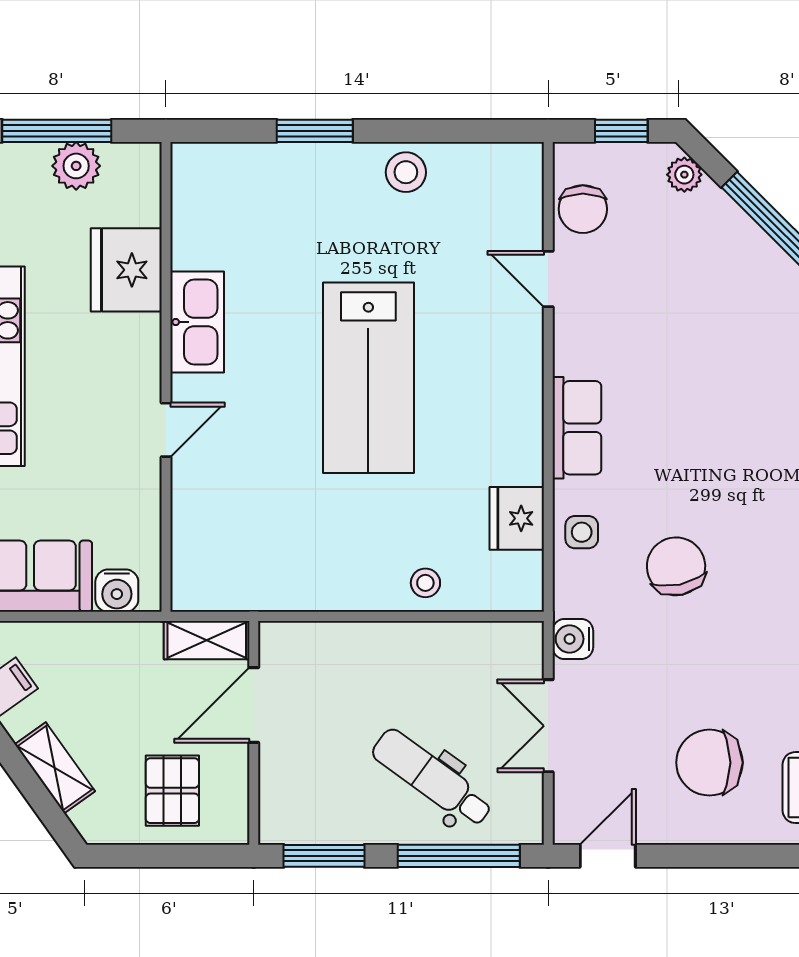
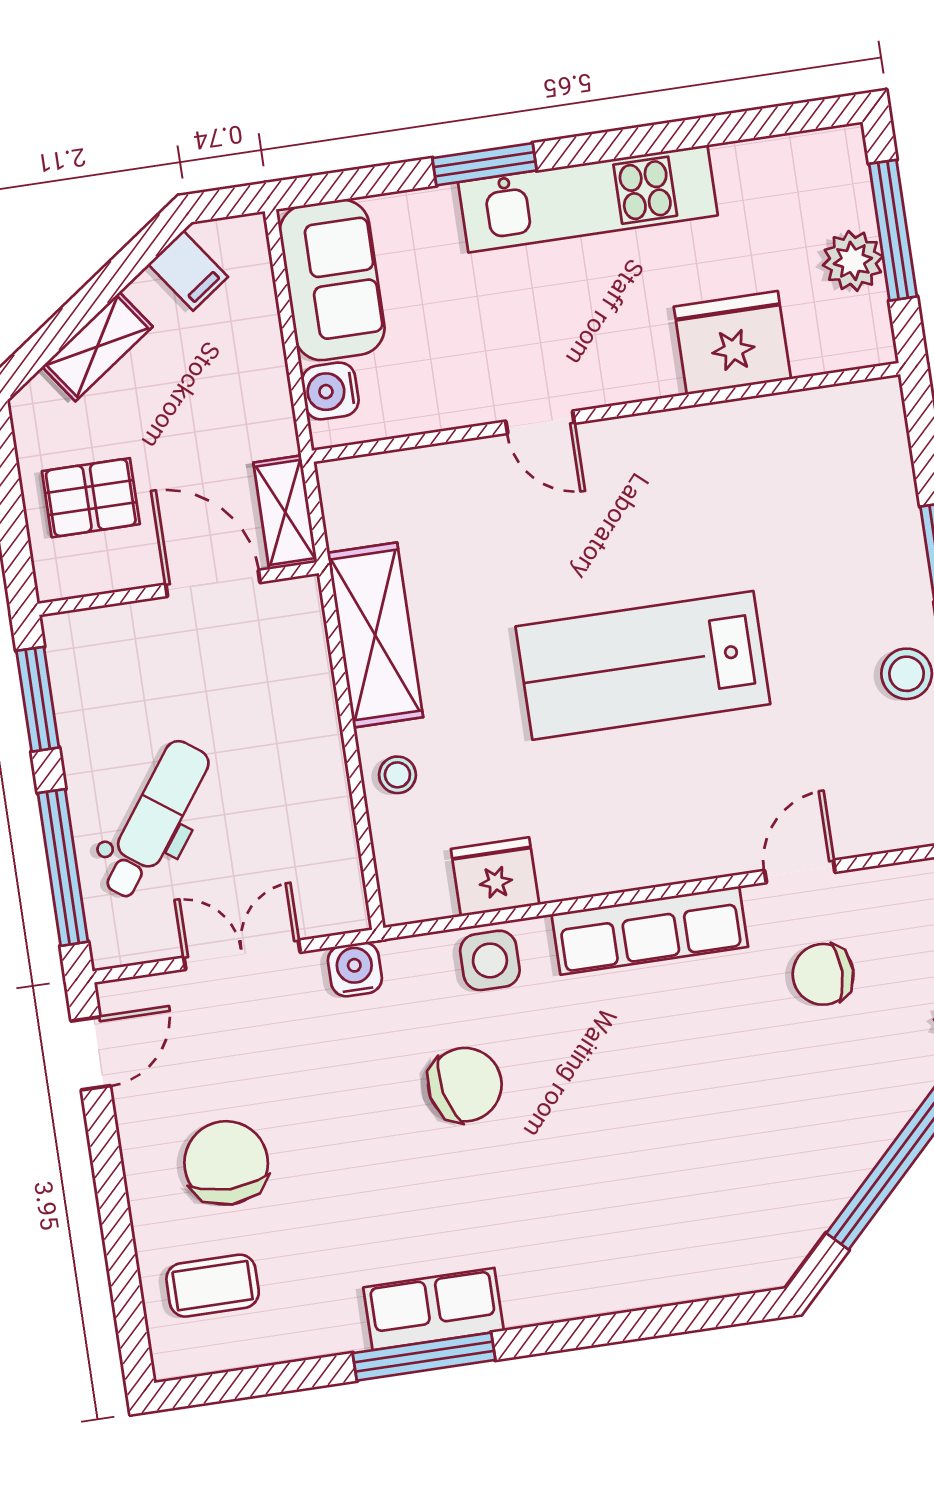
chair: (583, 209) -> (823, 974), moved
kitchen sink: (197, 322) -> (681, 441), removed
row of seats: (577, 428) -> (650, 930), width x1.48
side table: (582, 532) -> (490, 960), width x1.37, depth x1.37
shelving: (313, 584) -> (375, 635), added
door: (608, 856) -> (91, 1053), hinge flipped

